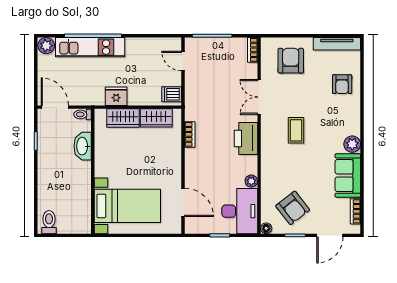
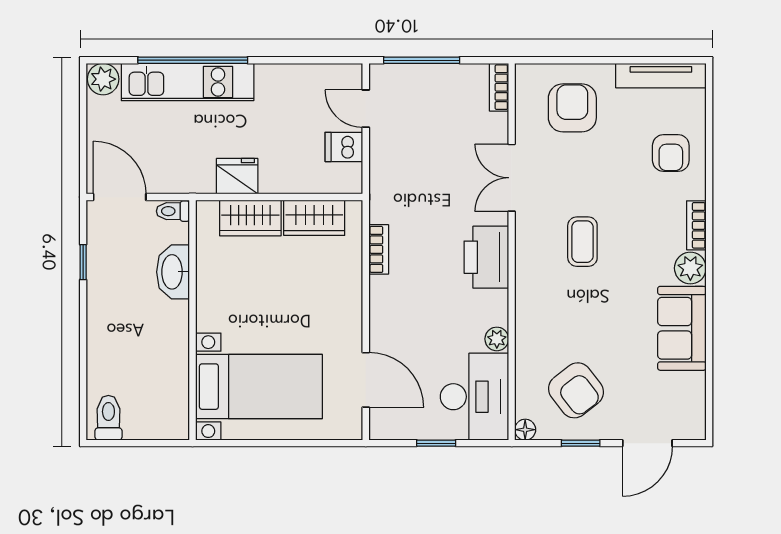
dishwasher: (172, 94) -> (344, 147), moved
bookcase: (355, 211) -> (696, 225), moved

